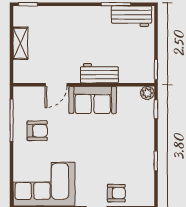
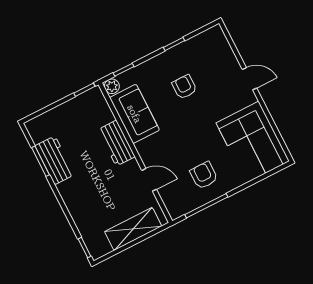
workbench: (131, 16) -> (55, 160), moved
shelving: (20, 43) -> (133, 229), width x1.50, depth x1.33
sofa: (93, 100) -> (134, 114), moved
armchair: (116, 193) -> (184, 87), moved

